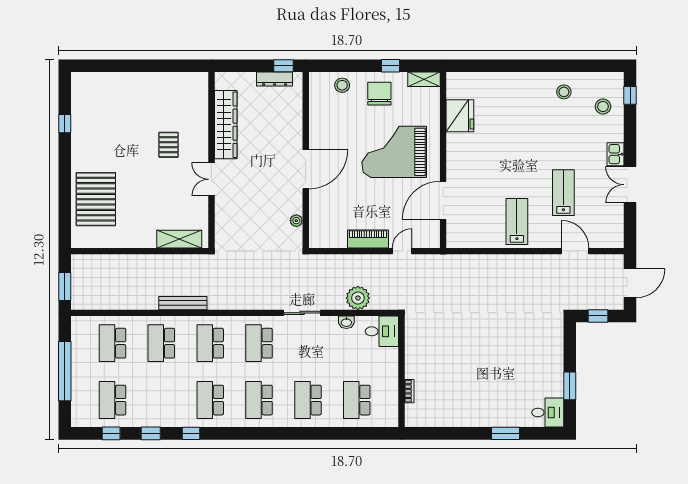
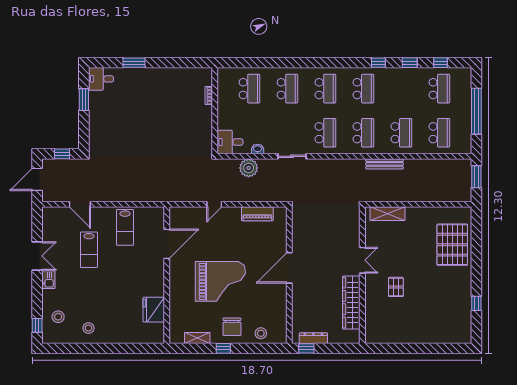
fridge: (460, 116) -> (154, 310), moved
wall: (443, 160) -> (167, 275), moved
door: (443, 200) -> (167, 244), moved
plant: (296, 221) -> (296, 228), removed
piano: (368, 239) -> (257, 214), moved

